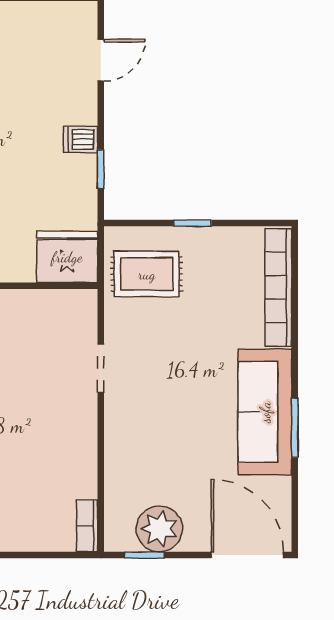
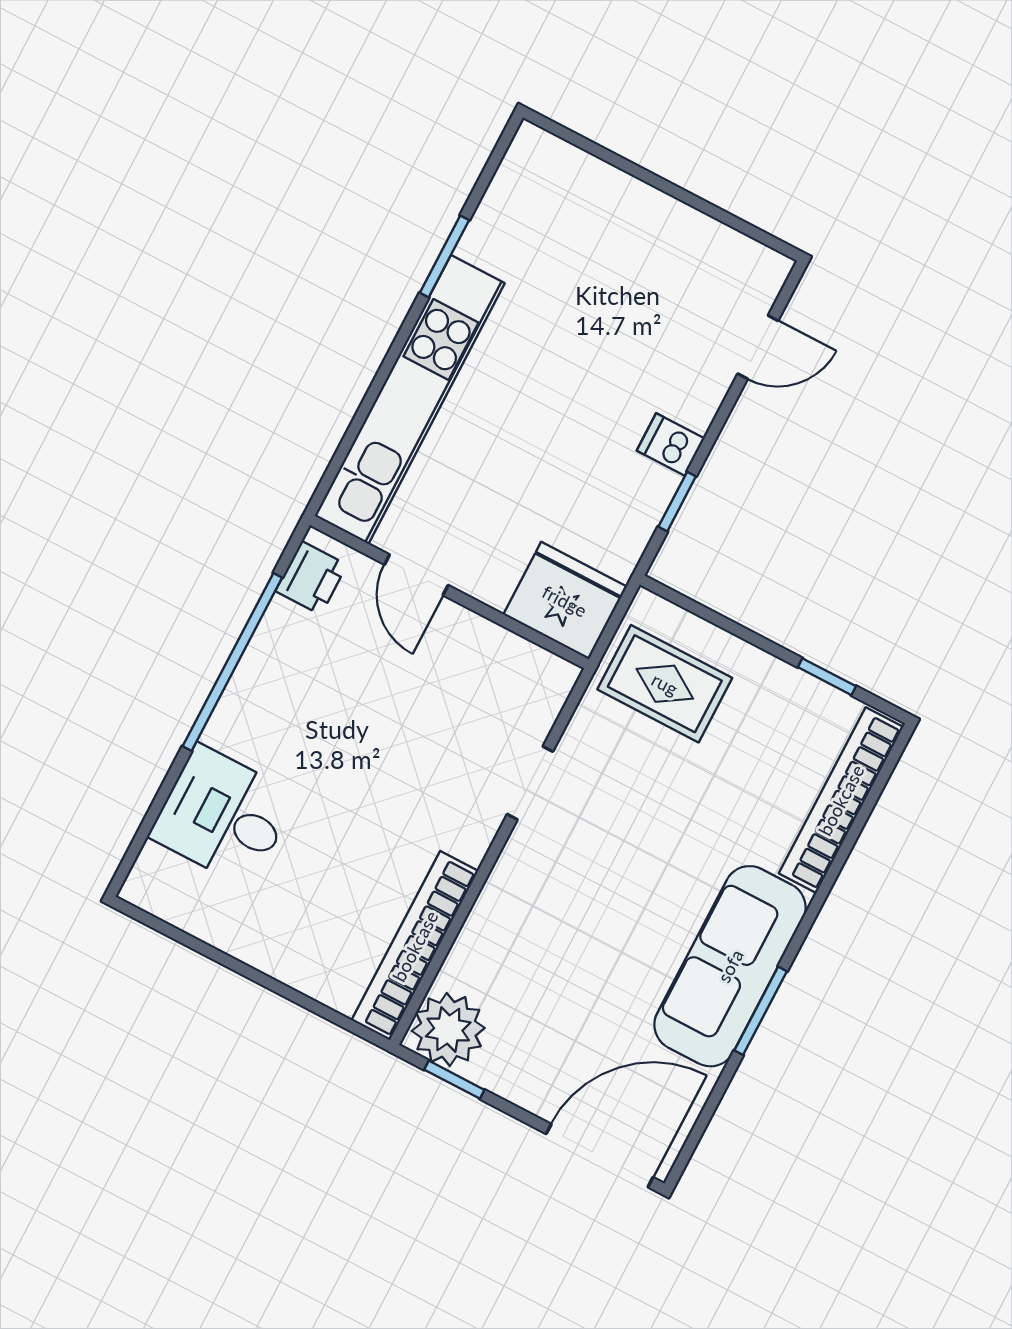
window: (192, 223) -> (827, 677), moved
bookcase: (87, 526) -> (415, 946), width x2.31, depth x1.31
plant: (159, 529) -> (448, 1029), moved
door: (247, 555) -> (600, 1156), hinge flipped

